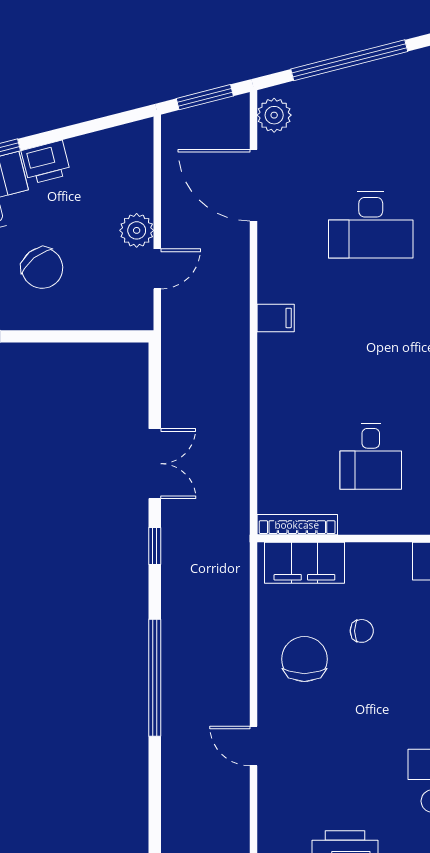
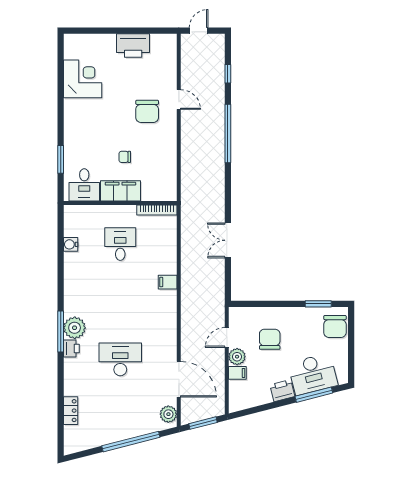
filing cabinet: (136, 198) -> (237, 373), added
chair: (42, 268) -> (270, 339), moved, turned 39
filing cabinet: (276, 318) -> (168, 282), moved
window: (155, 546) -> (228, 74), moved
filing cabinet: (304, 563) -> (120, 191), moved
chair: (304, 659) -> (147, 111), moved

